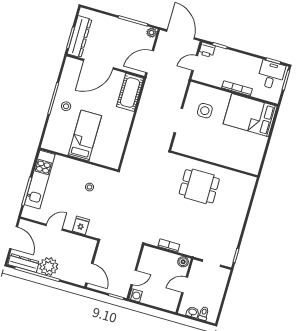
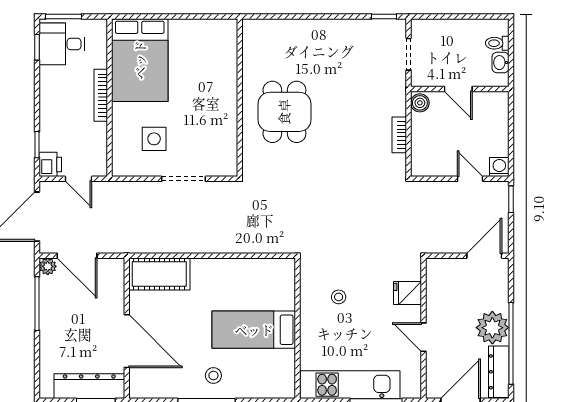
door: (150, 62) -> (77, 256), moved

